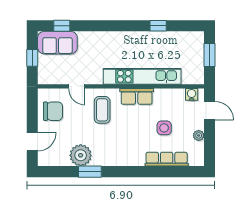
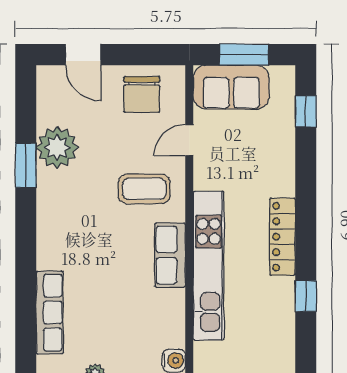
locker: (127, 38) -> (283, 237), added
sofa: (57, 43) -> (231, 87), moved, turned -90
window: (32, 58) -> (244, 55), width x1.50
side table: (164, 128) -> (110, 308), removed

